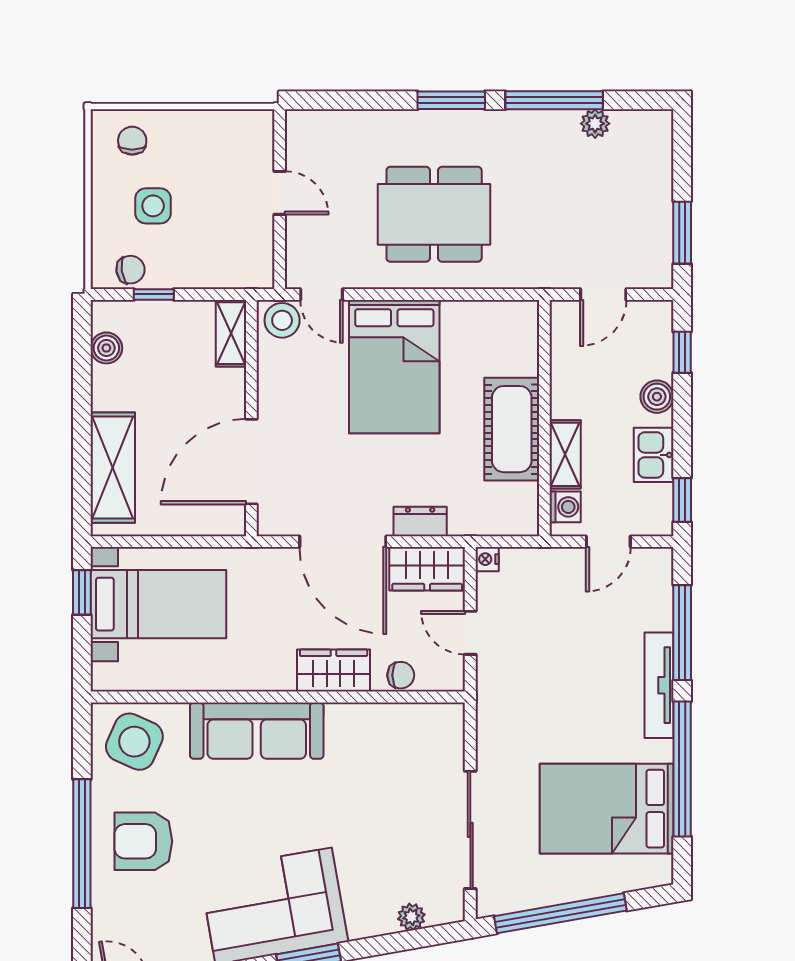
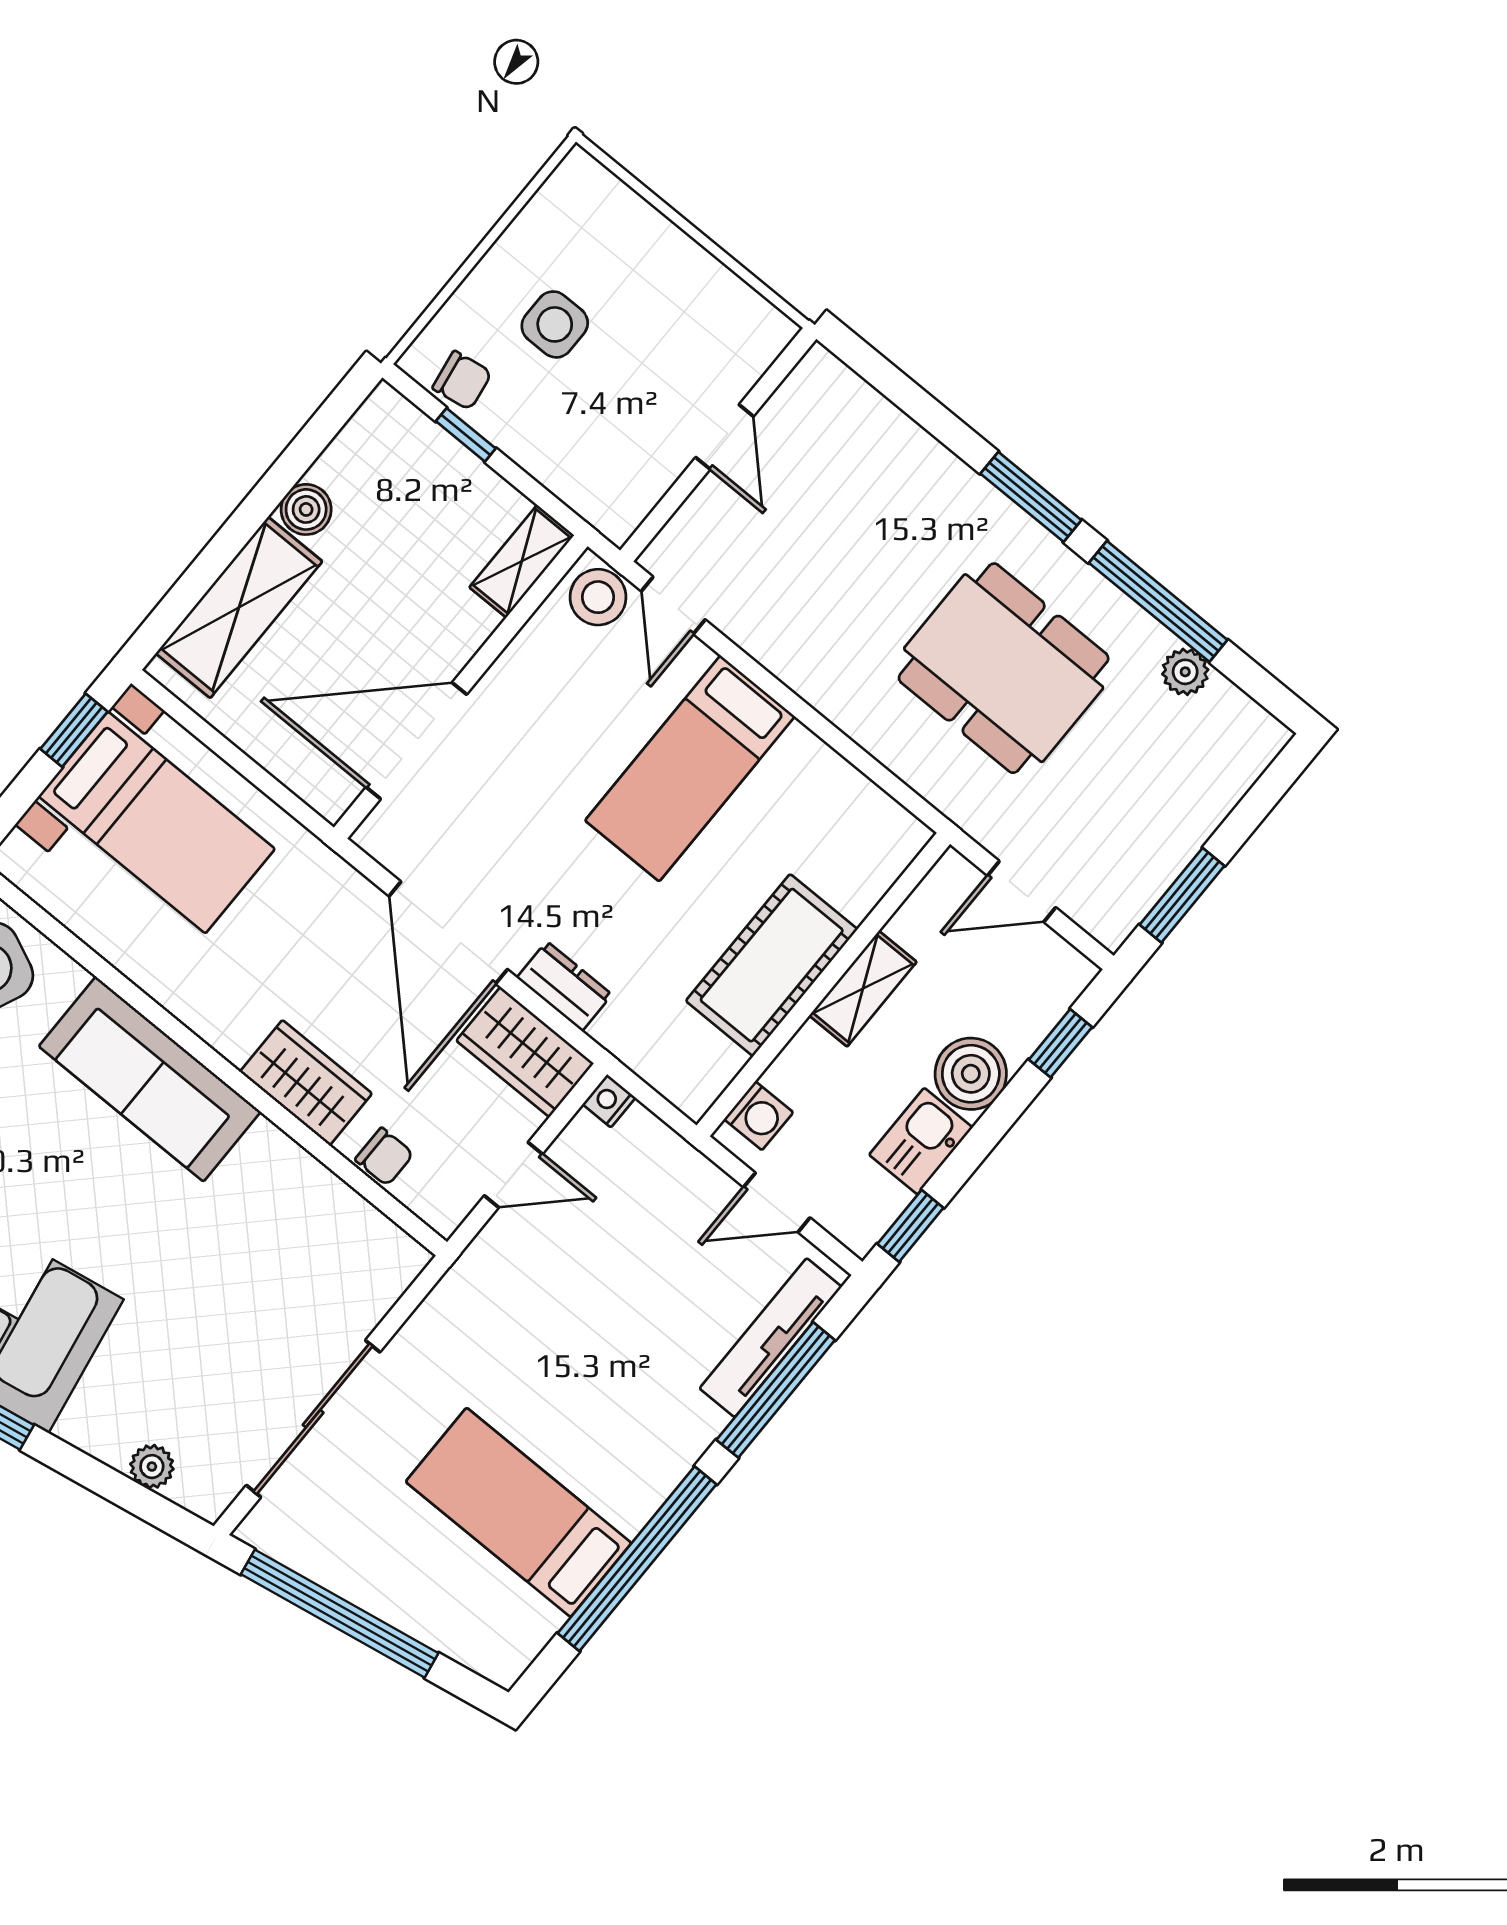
chair: (132, 141) -> (595, 223), removed
dining table: (434, 214) -> (1004, 668), moved
boiler: (106, 348) -> (306, 509), moved
bed: (394, 367) -> (690, 768), width x0.67
boiler: (657, 397) -> (971, 1074), width x1.36, depth x1.36
shelving: (565, 454) -> (863, 989), moved
door: (470, 633) -> (513, 1175), swing flipped
tv unit: (659, 685) -> (771, 1338), moved
bed: (607, 809) -> (519, 1512), width x0.67

